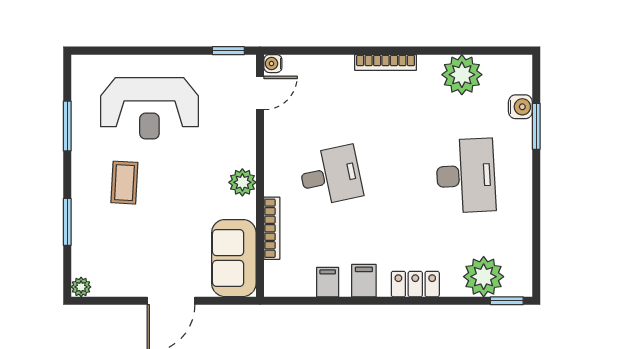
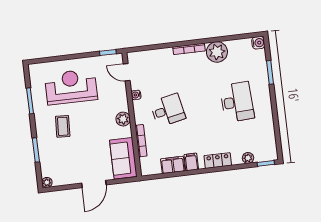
water cooler: (273, 64) -> (136, 95), moved
plant: (462, 75) -> (217, 52), moved
door: (260, 93) -> (127, 72), swing flipped
water cooler: (520, 107) -> (258, 43), moved
reception desk: (149, 108) -> (71, 87), turned 180
plant: (484, 277) -> (248, 158), width x0.53, depth x0.53
filing cabinet: (328, 282) -> (173, 165), width x2.00

